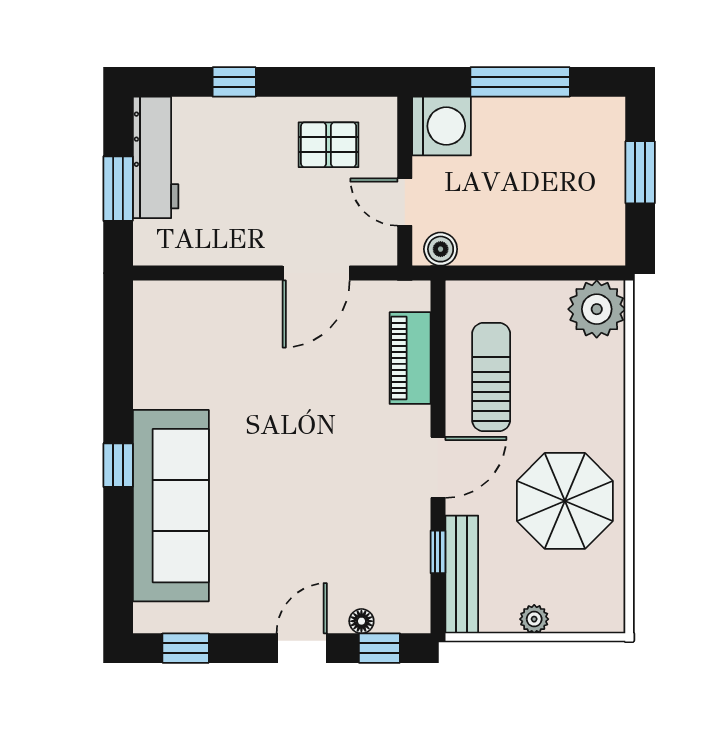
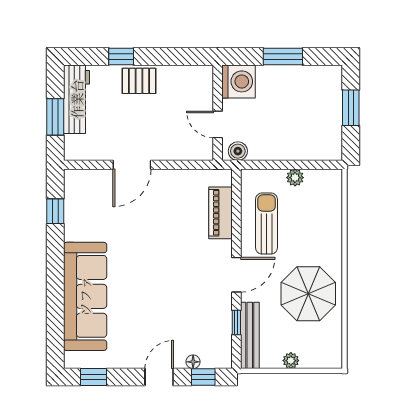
window: (520, 82) -> (283, 56), width x0.69
pallet: (329, 145) -> (139, 81), moved
door: (316, 273) -> (132, 165), moved
plant: (597, 309) -> (295, 178), moved, width x0.53, depth x0.53
window: (118, 465) -> (55, 211), moved

